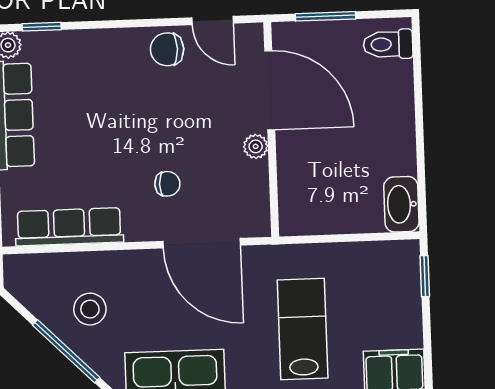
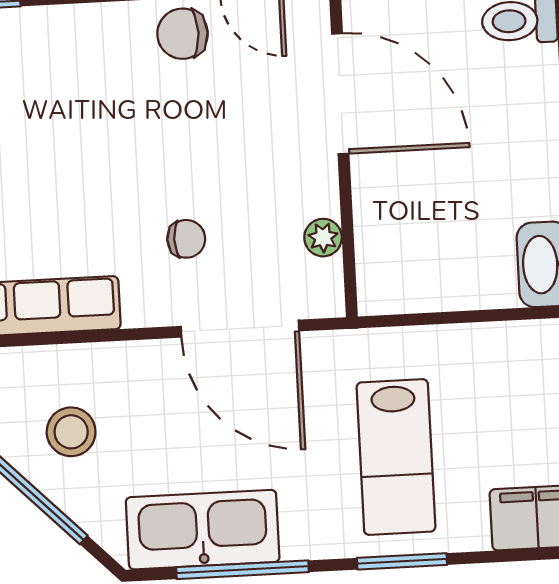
plant: (256, 146) -> (323, 238), moved
lab bench: (303, 329) -> (396, 457), turned 180

